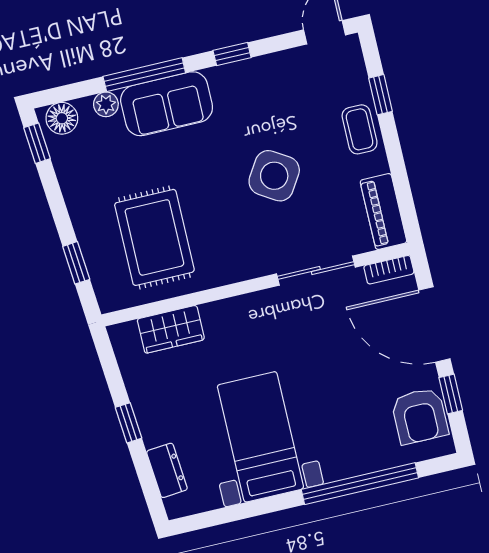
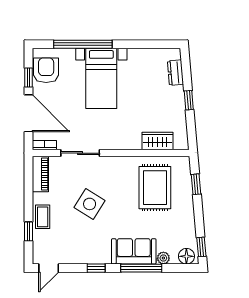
bed with nightstands: (260, 437) -> (101, 78), moved

